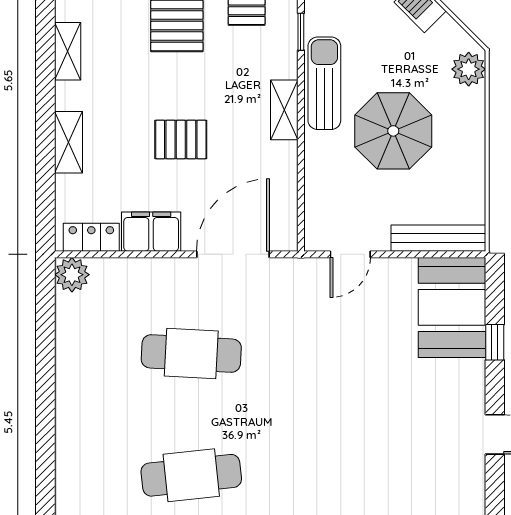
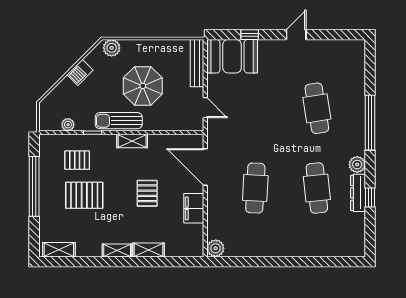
shelving: (68, 51) -> (117, 250), moved
locker: (91, 237) -> (197, 239), removed
cafe table: (349, 475) -> (317, 108), added

